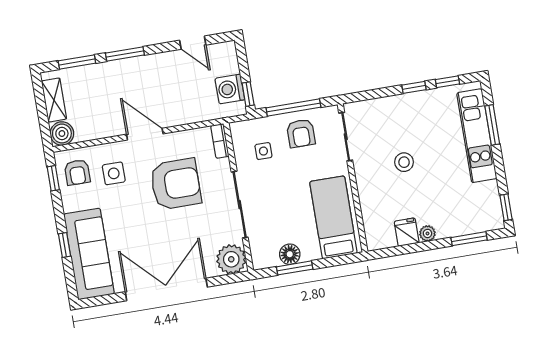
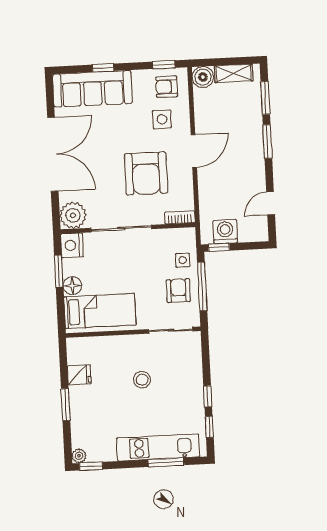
armchair: (301, 133) -> (178, 291), turned 90
side table: (263, 151) -> (183, 260), moved
plant: (427, 233) -> (79, 456), moved
window: (469, 239) -> (66, 405), moved
floor lamp: (290, 254) -> (72, 286), moved
nightstand: (265, 257) -> (72, 245), added

